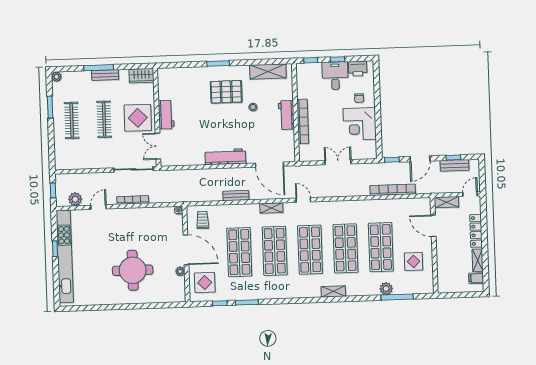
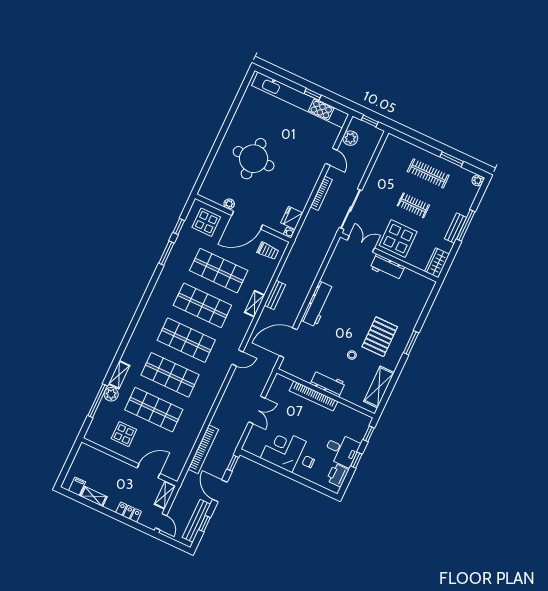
clothes rail: (104, 119) -> (413, 205), width x0.73
bench: (454, 165) -> (196, 521), width x1.36
shelving: (271, 208) -> (254, 304), moved
fridge: (165, 214) -> (292, 218), added
locker: (476, 231) -> (129, 512), width x0.66
shelving: (333, 291) -> (119, 375), moved

